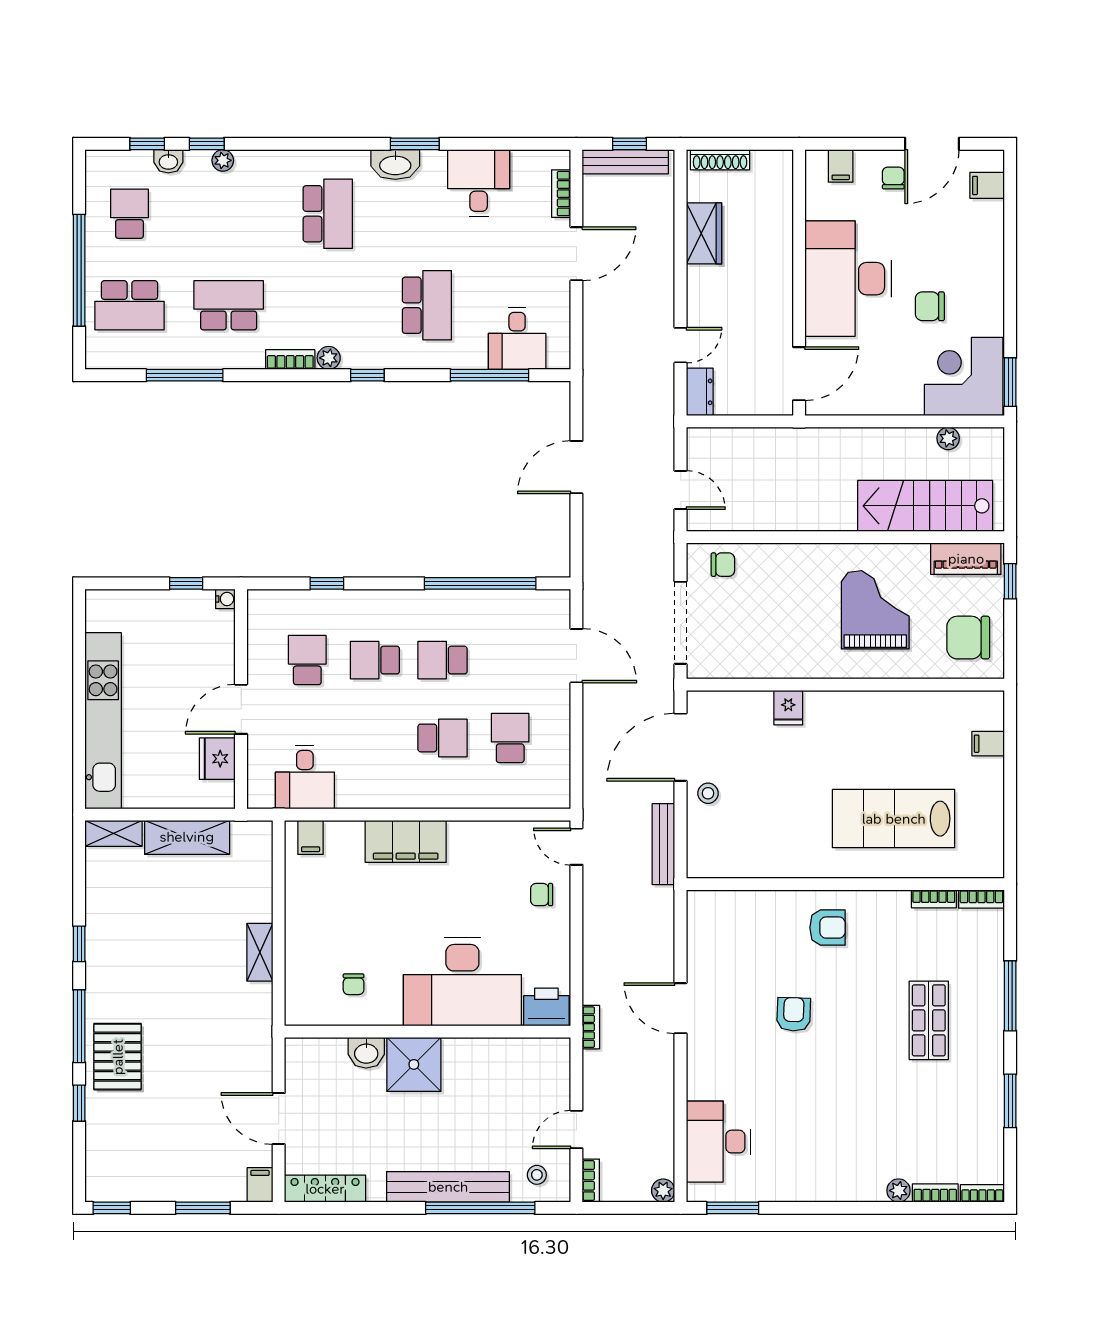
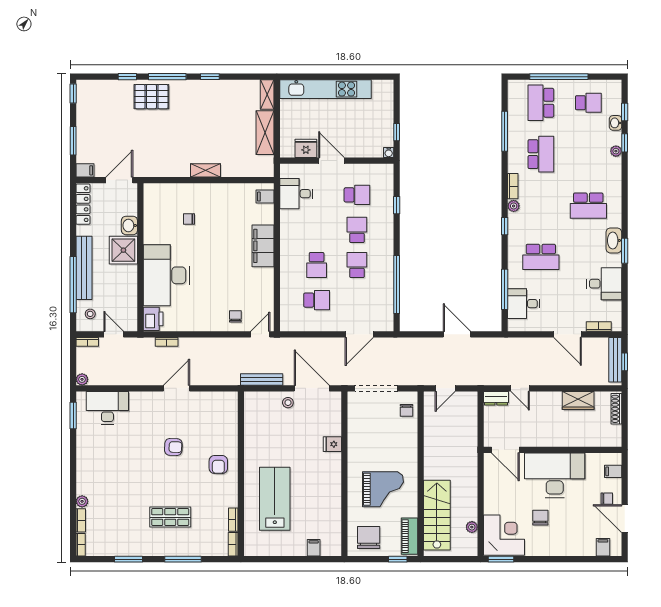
desk: (462, 982) -> (166, 275), moved
printer: (546, 1007) -> (153, 319), moved
wall: (428, 1032) -> (140, 257), moved
washbasin: (366, 1053) -> (129, 225), moved
shower: (414, 1064) -> (123, 250), moved

